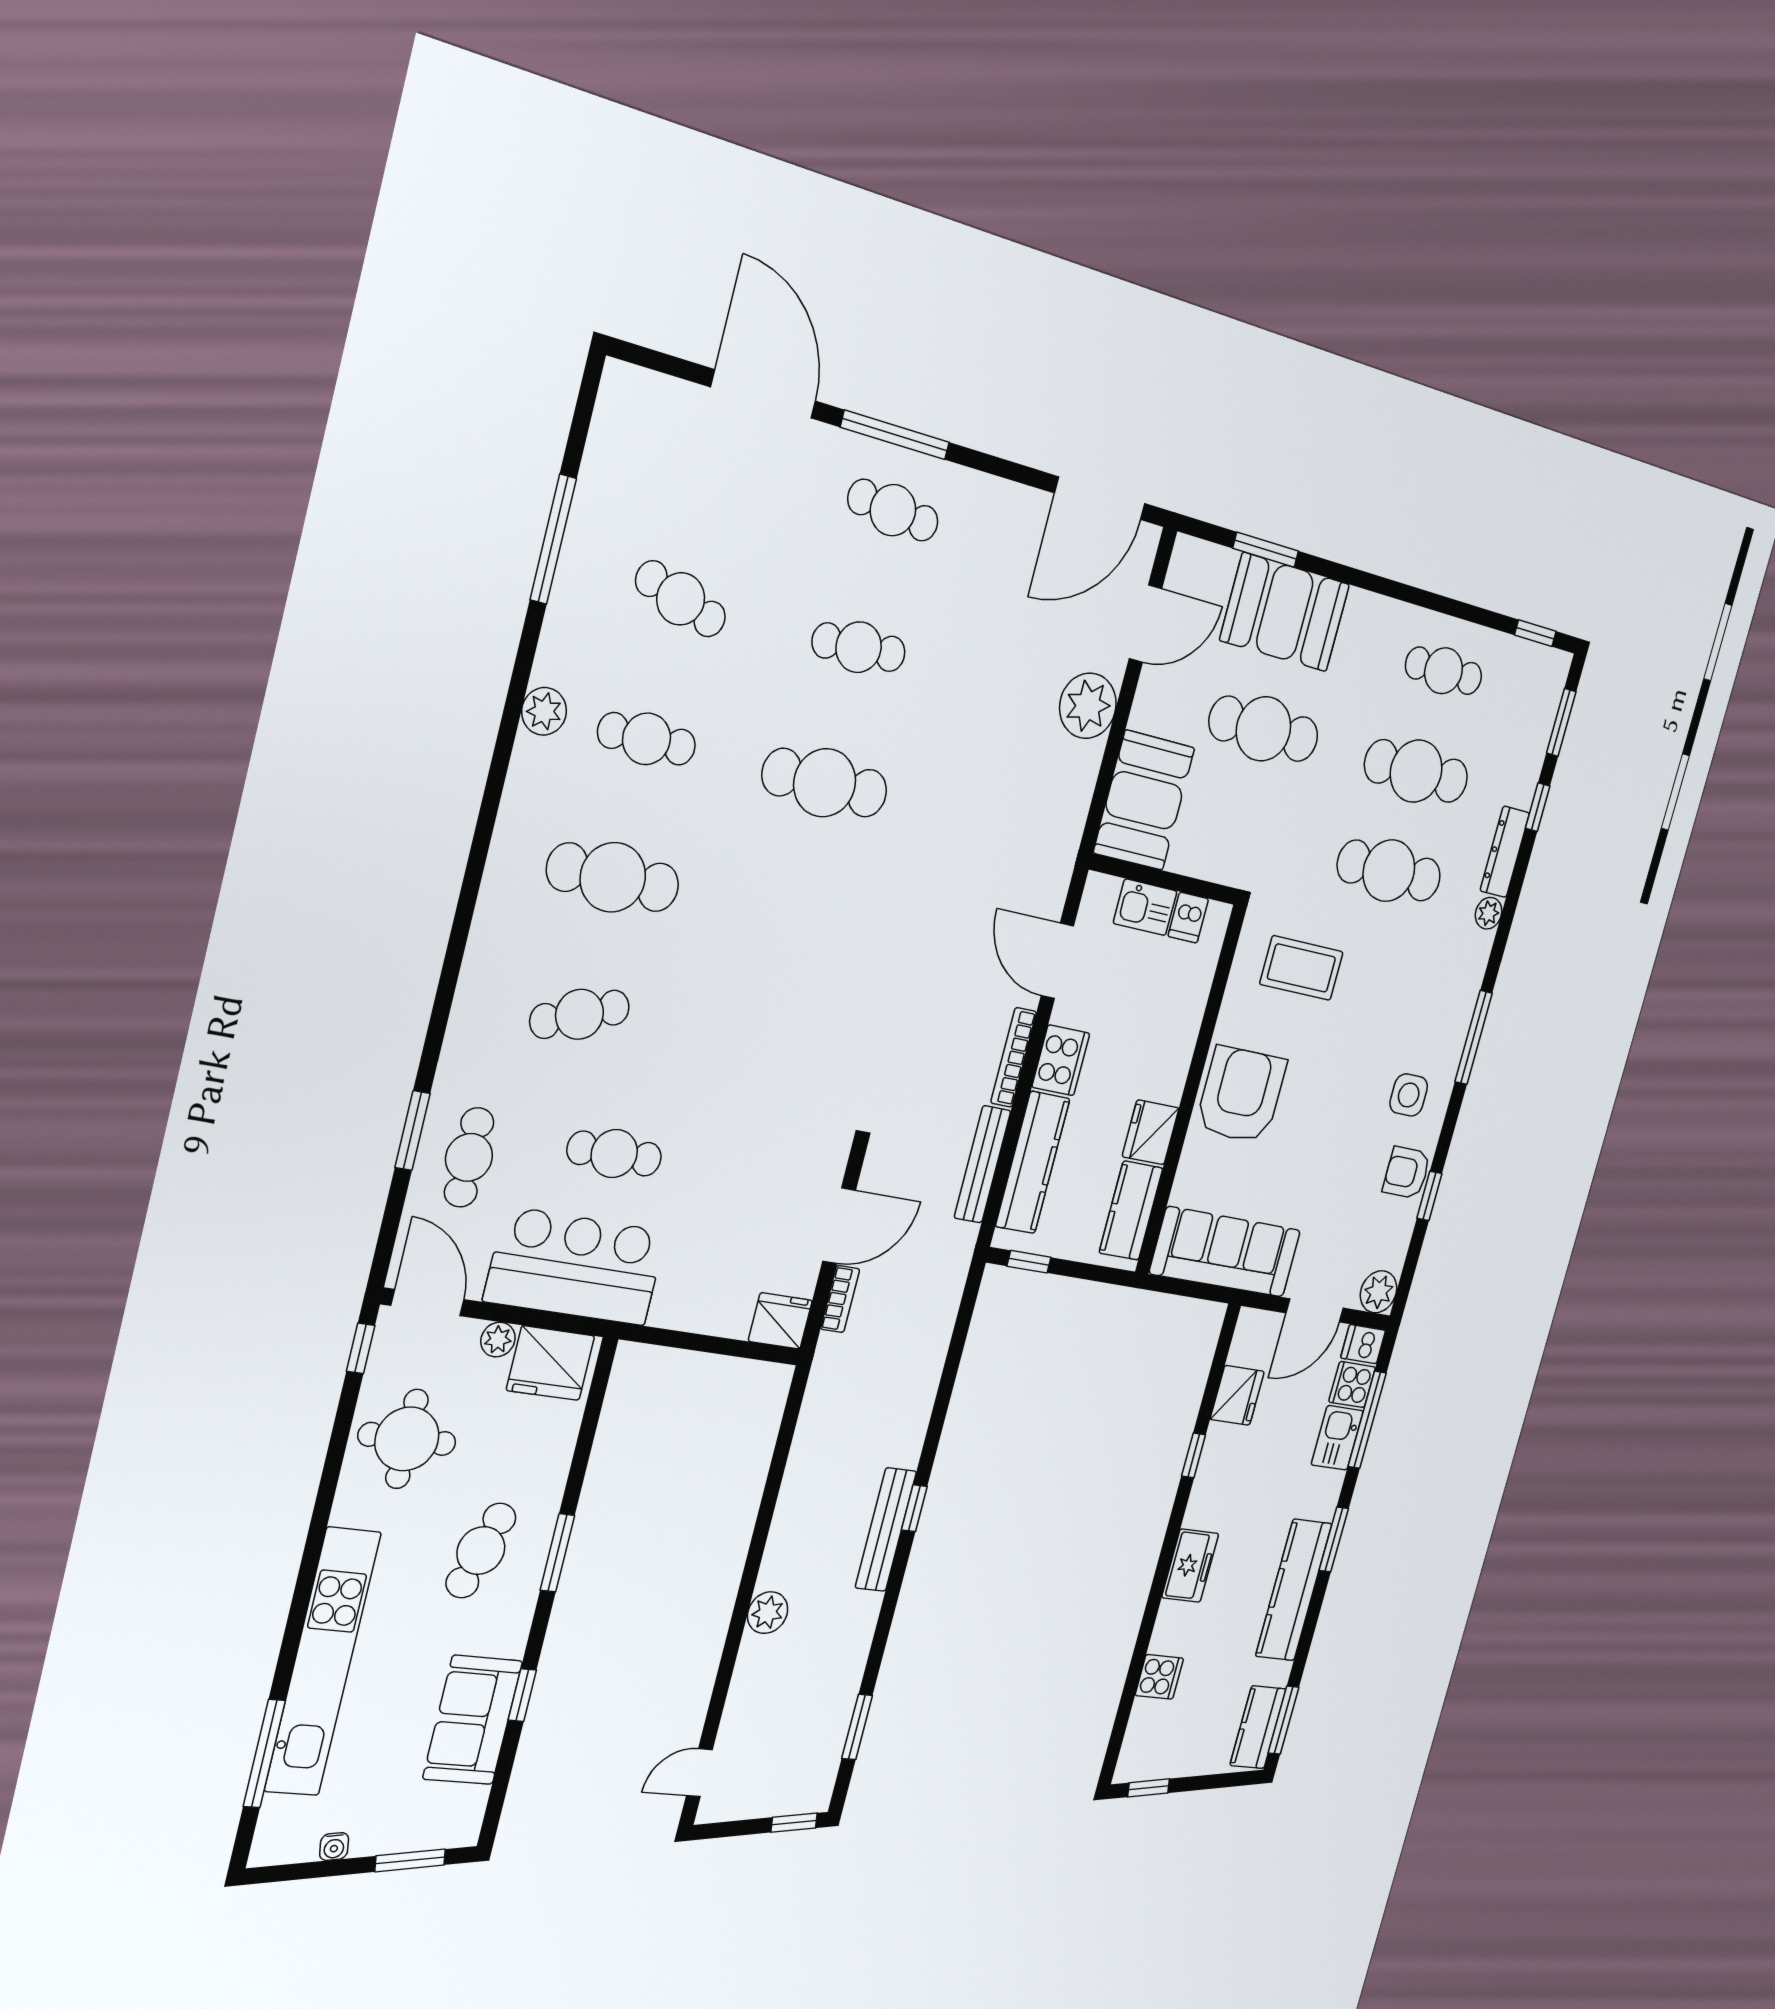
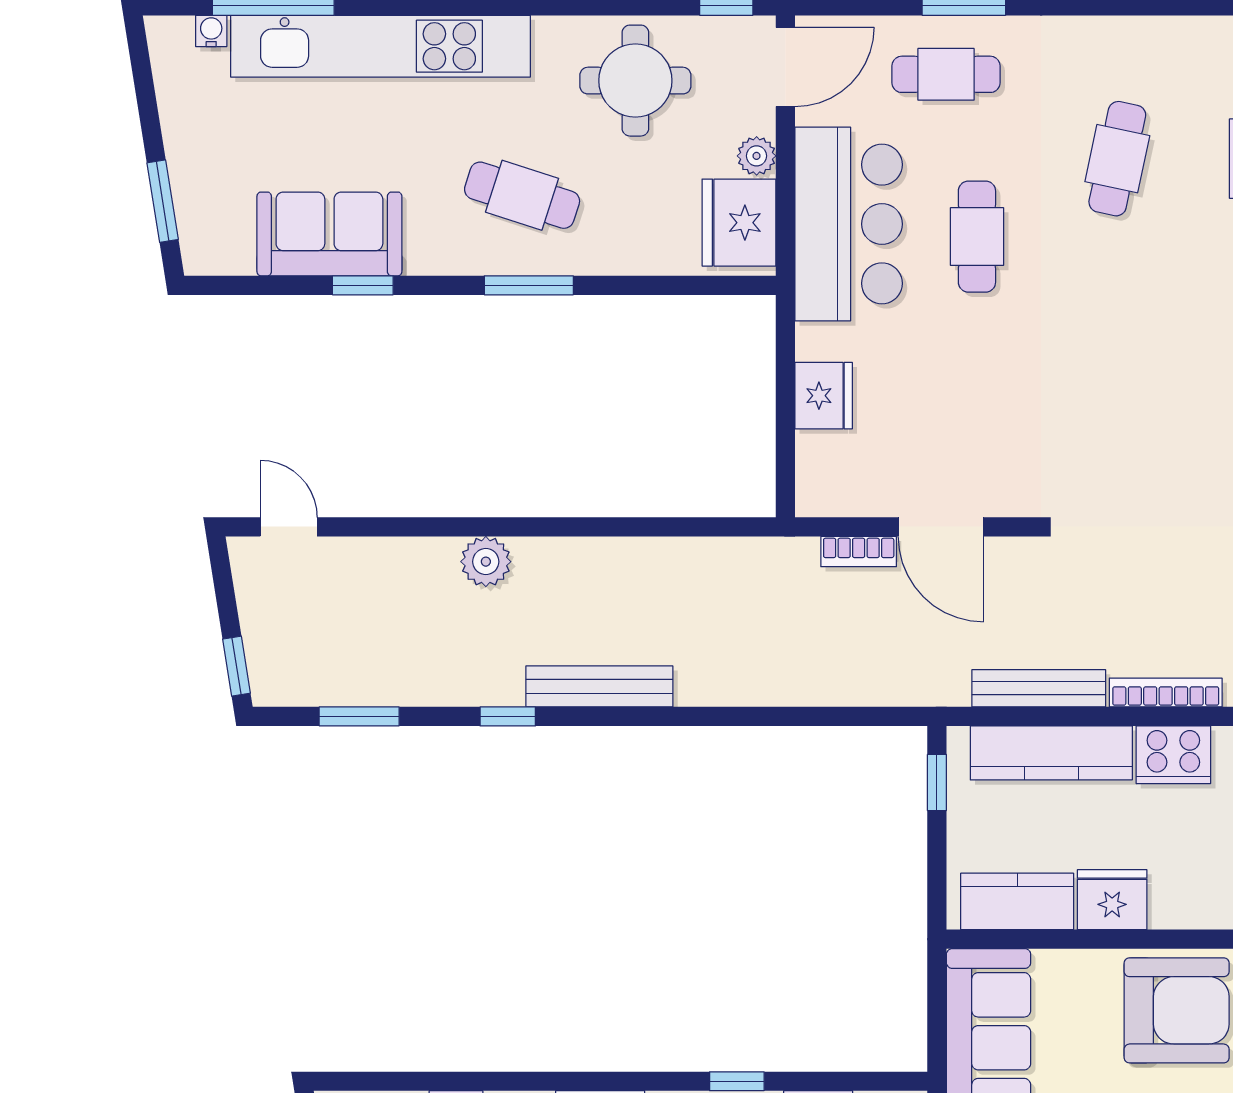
cafe table: (580, 1014) -> (1117, 159), turned 33
fridge: (780, 1321) -> (824, 396), moved
window: (914, 1508) -> (508, 716), moved
water cooler: (334, 1847) -> (211, 31), moved, turned 99

